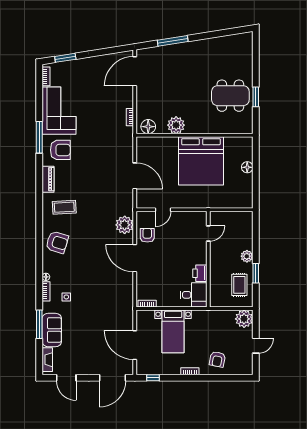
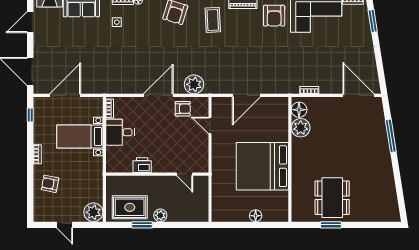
plant: (176, 125) -> (301, 128), moved
rug: (239, 285) -> (130, 207), width x1.36, depth x1.43
desk: (194, 295) -> (120, 132), moved, turned 90

